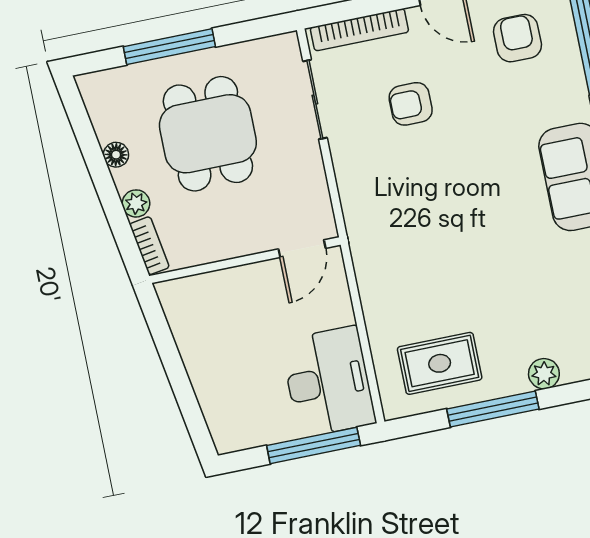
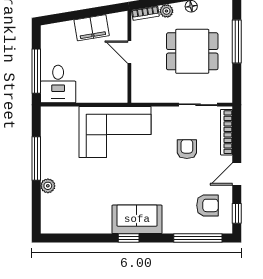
door: (302, 249) -> (129, 52), moved
corner sofa: (406, 258) -> (115, 132), added
filing cabinet: (201, 350) -> (92, 28), added
rug: (440, 363) -> (63, 138), removed
desk: (328, 382) -> (58, 84), width x0.73

